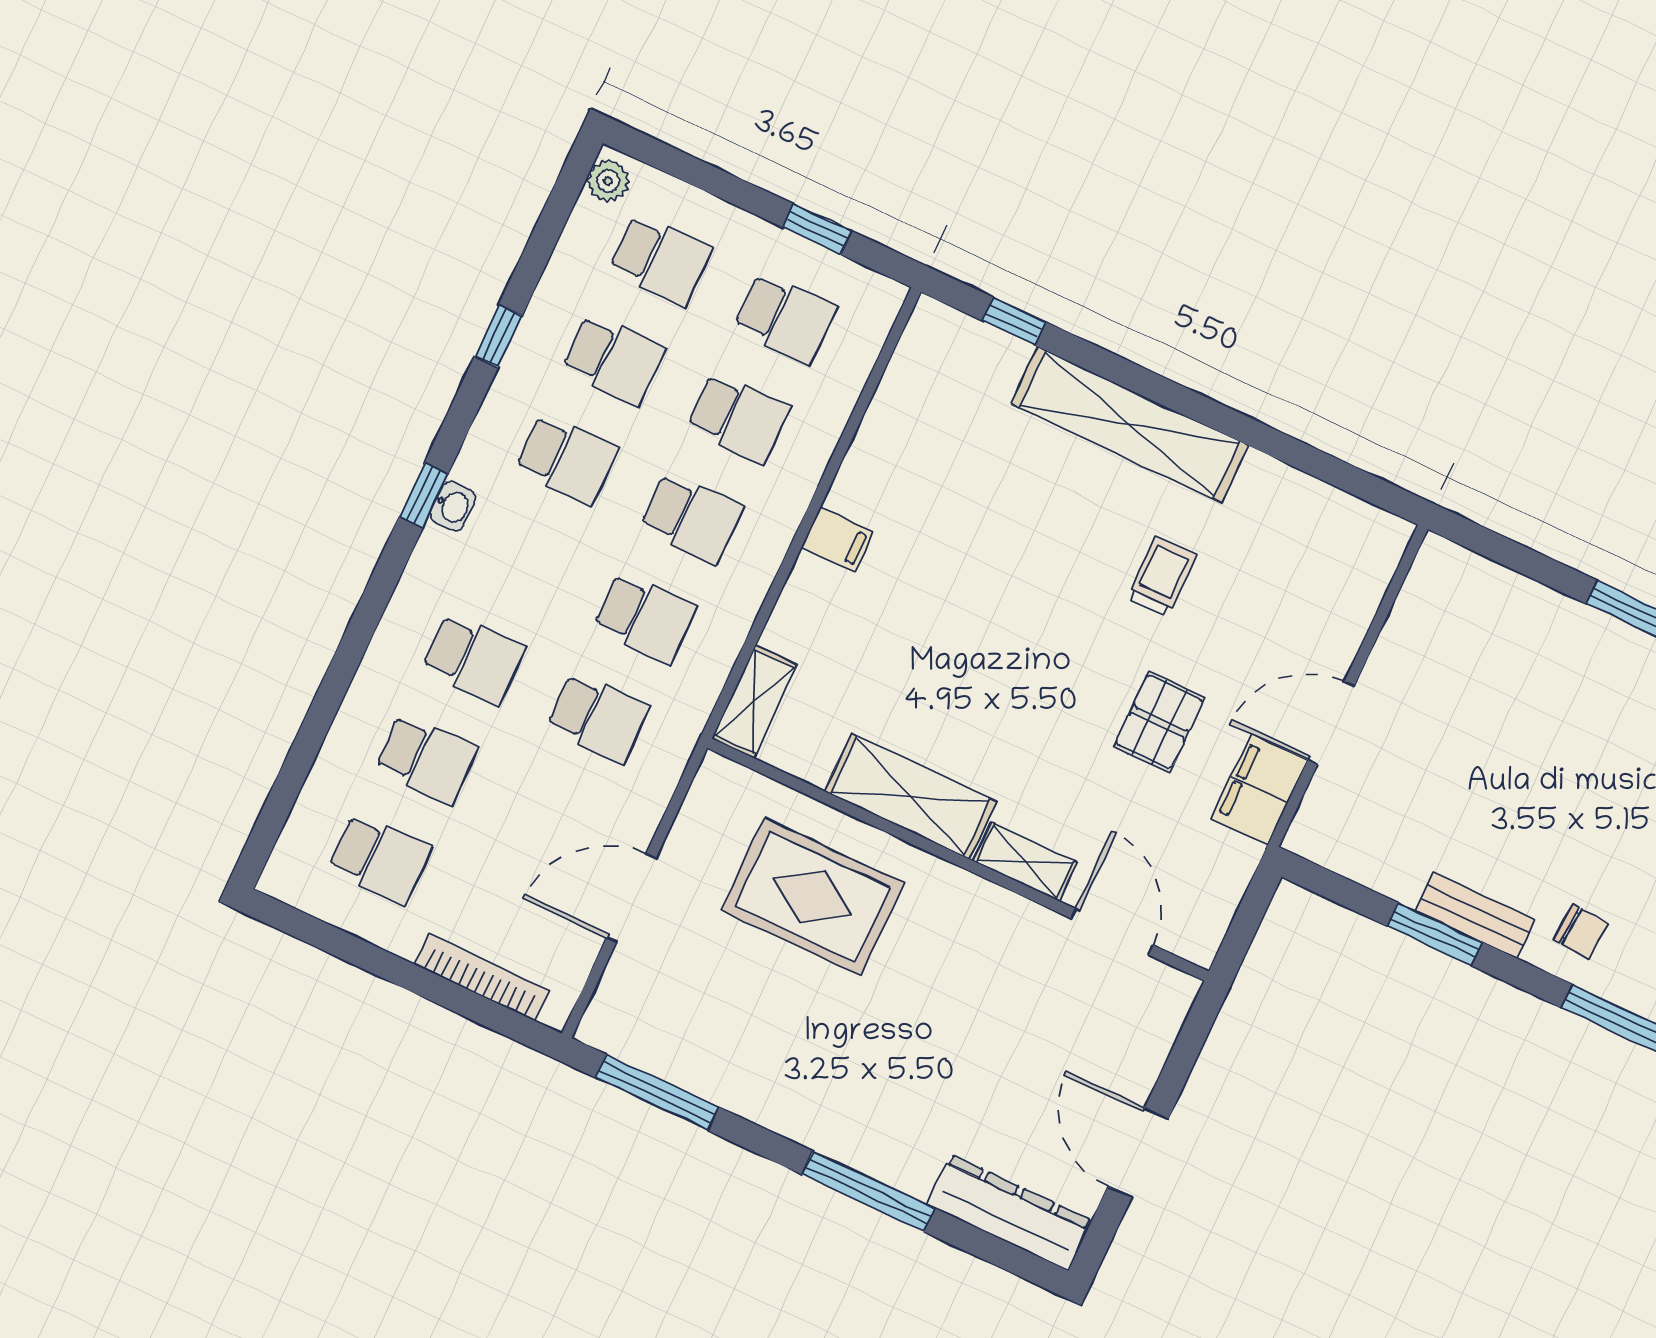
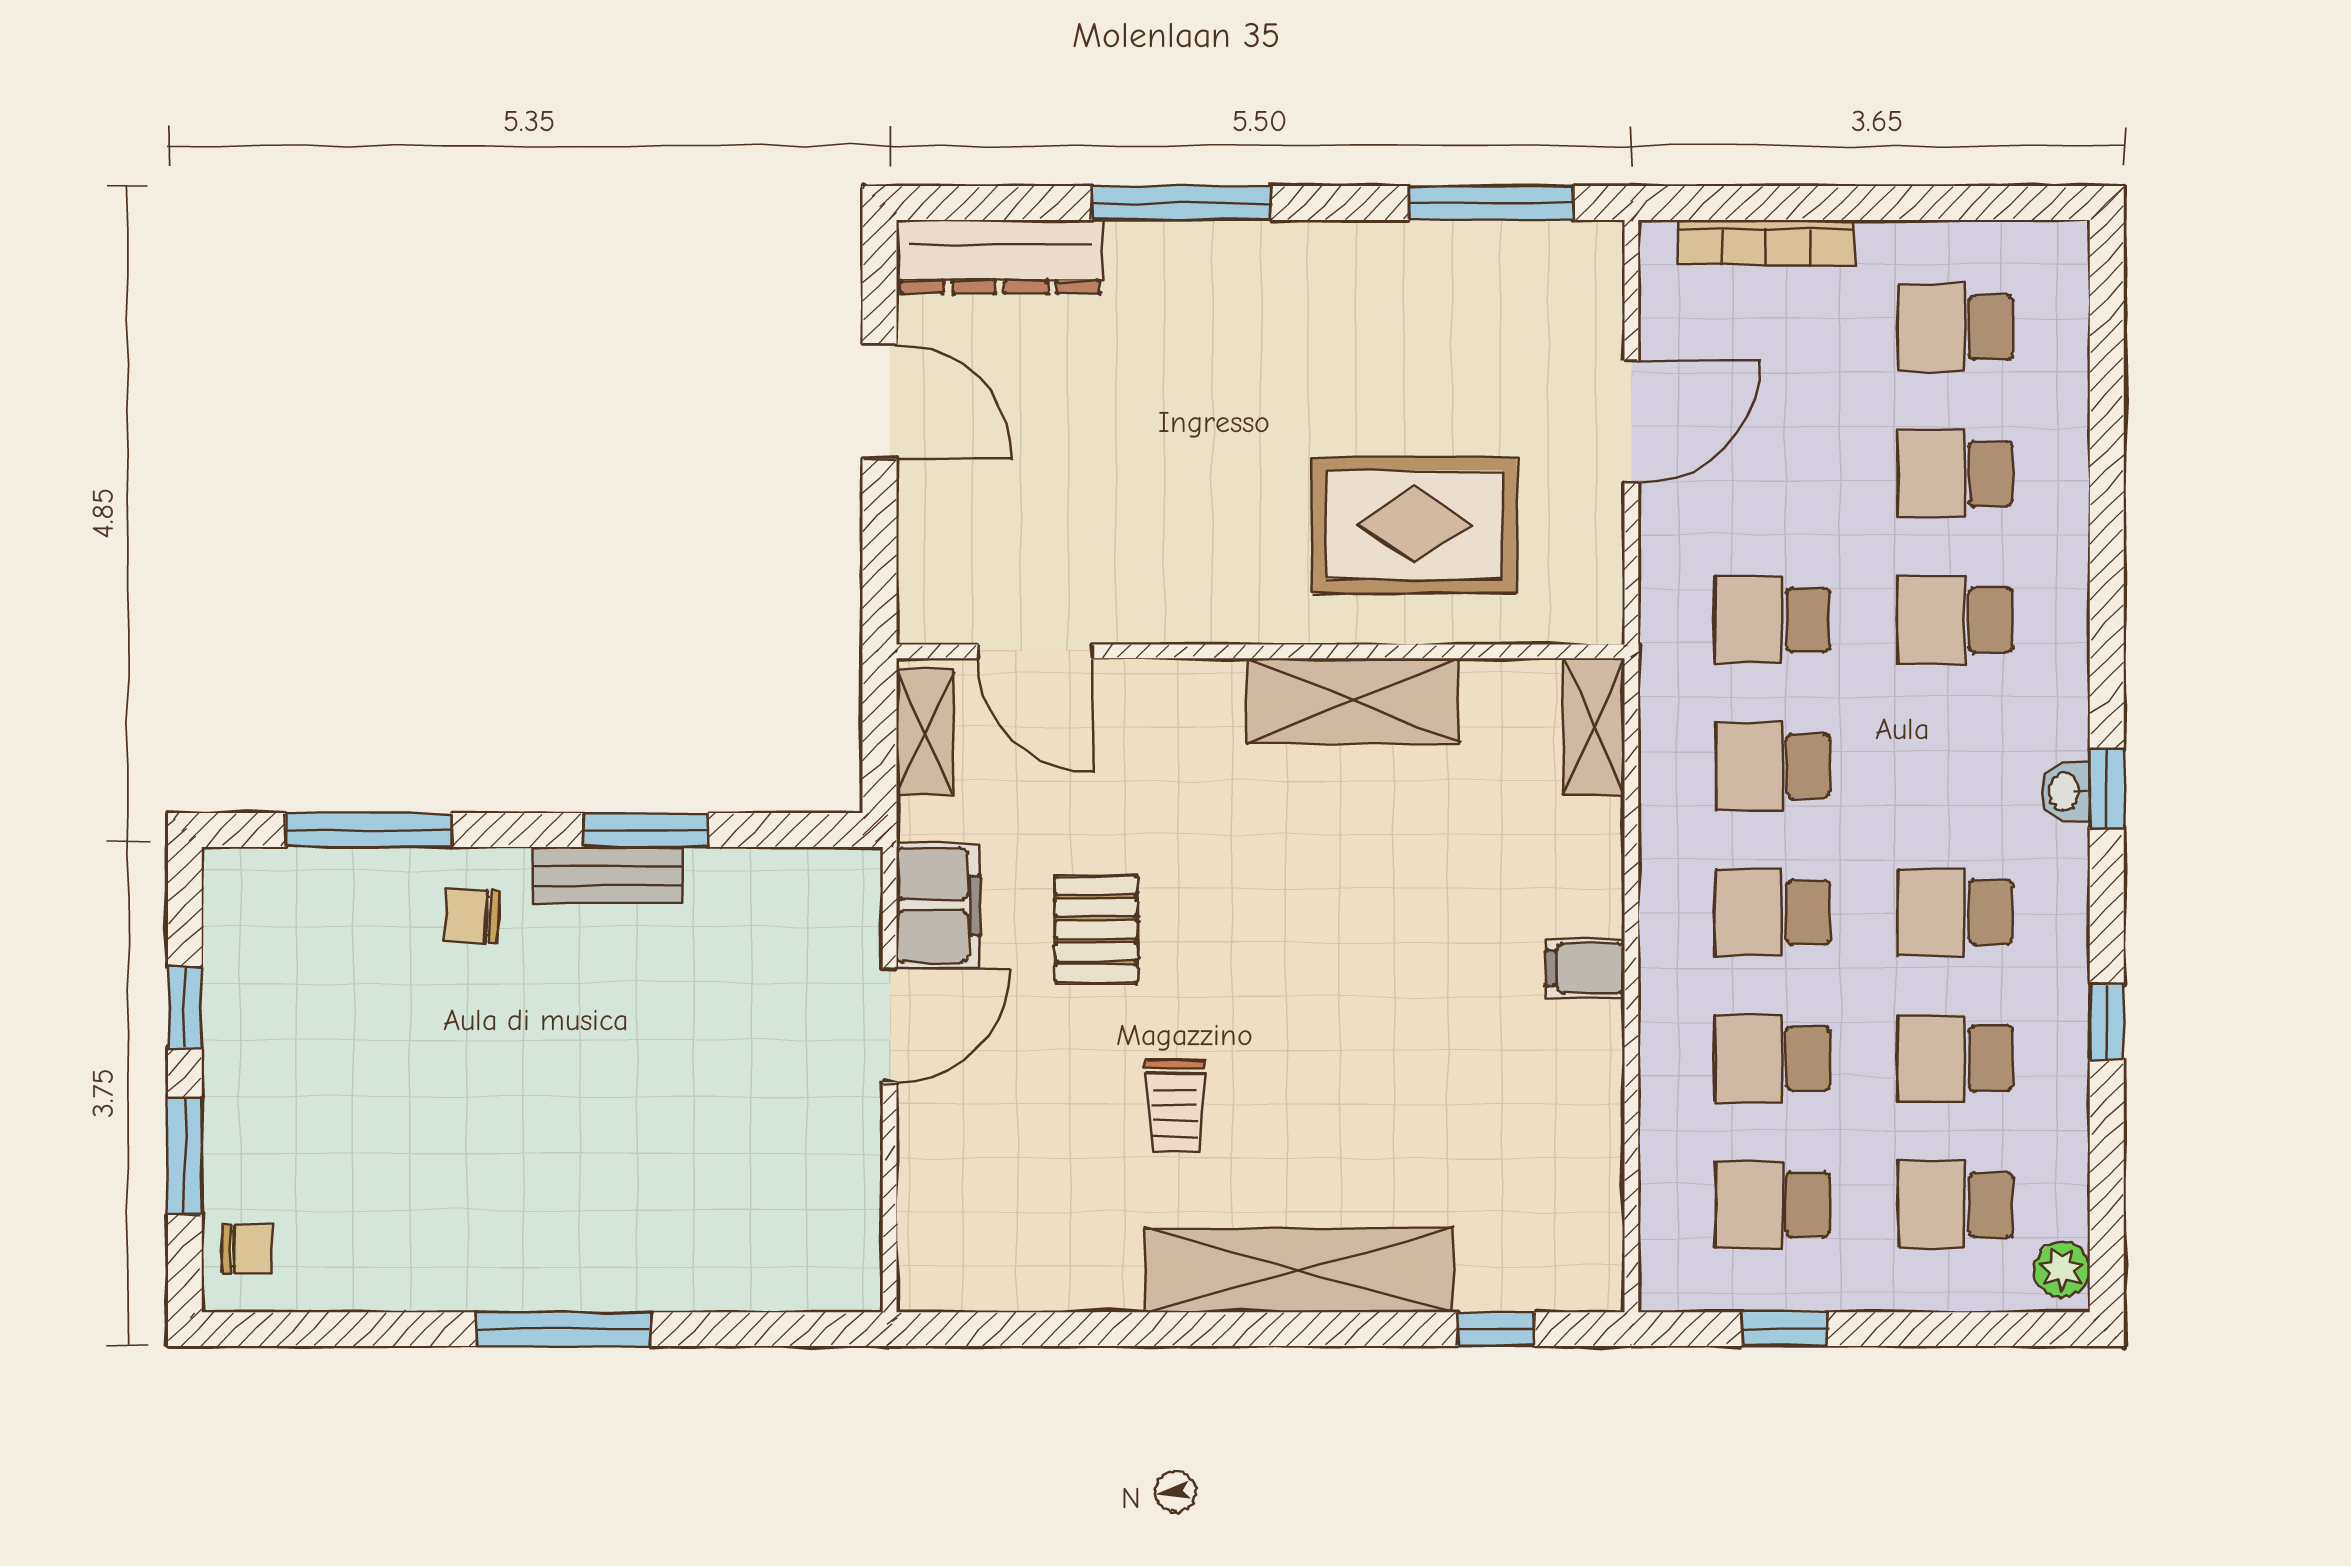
shelving: (1025, 862) -> (925, 732), moved, turned 90

